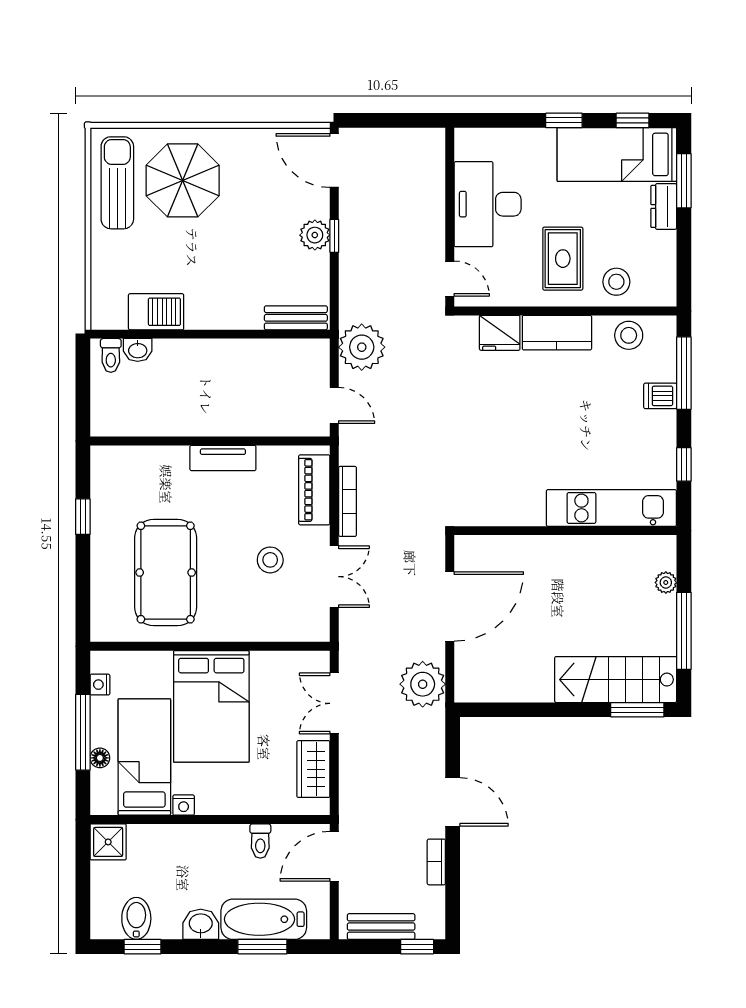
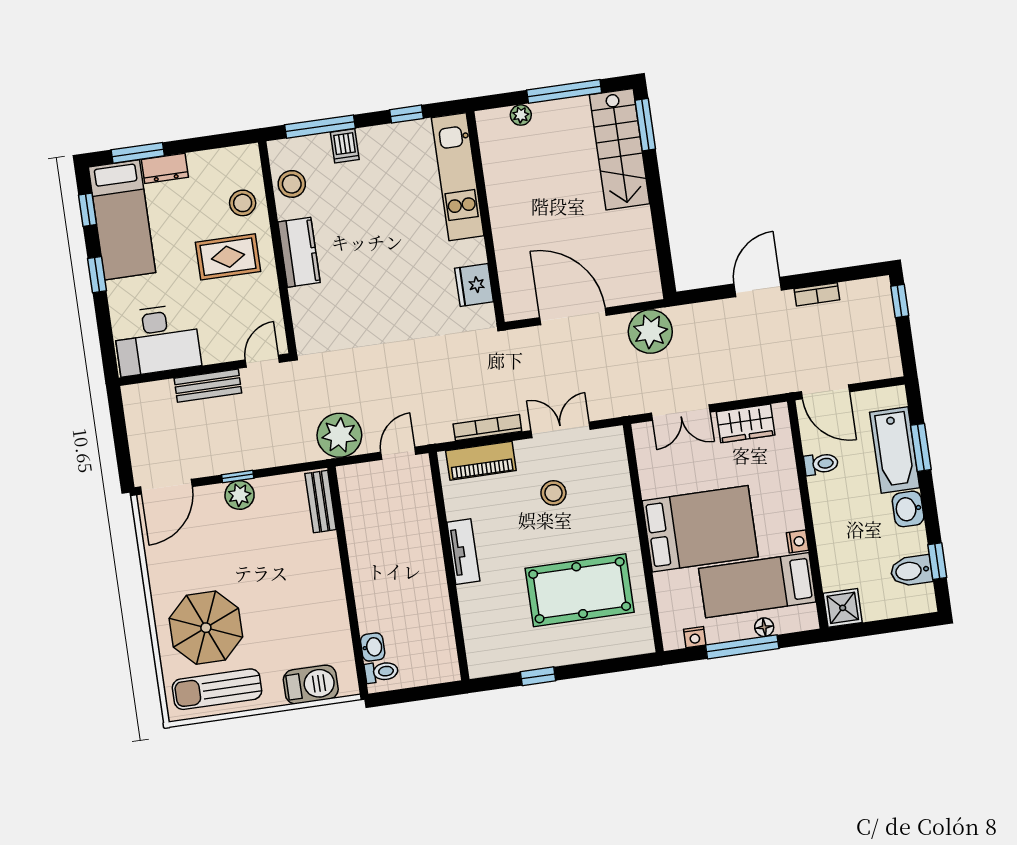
desk: (488, 204) -> (157, 340), moved
barbecue: (156, 312) -> (311, 685), moved, turned 90
fridge: (500, 333) -> (474, 285), moved, turned 180
bench: (381, 927) -> (208, 386), moved, turned 90

